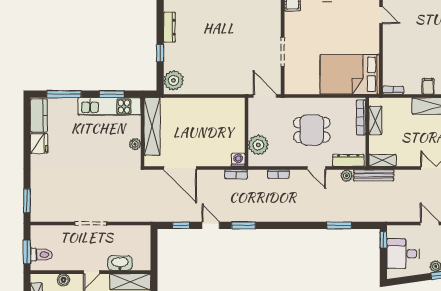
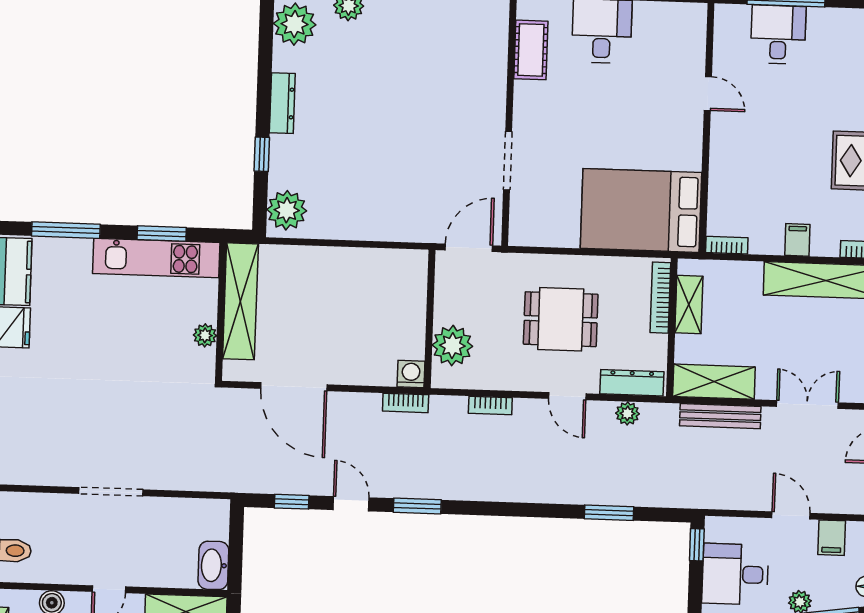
door: (265, 96) -> (469, 248), hinge flipped
shelving: (382, 160) -> (714, 382), width x1.50, depth x1.33
bench: (374, 175) -> (720, 416), moved
washbasin: (120, 263) -> (213, 565), moved, turned -90

